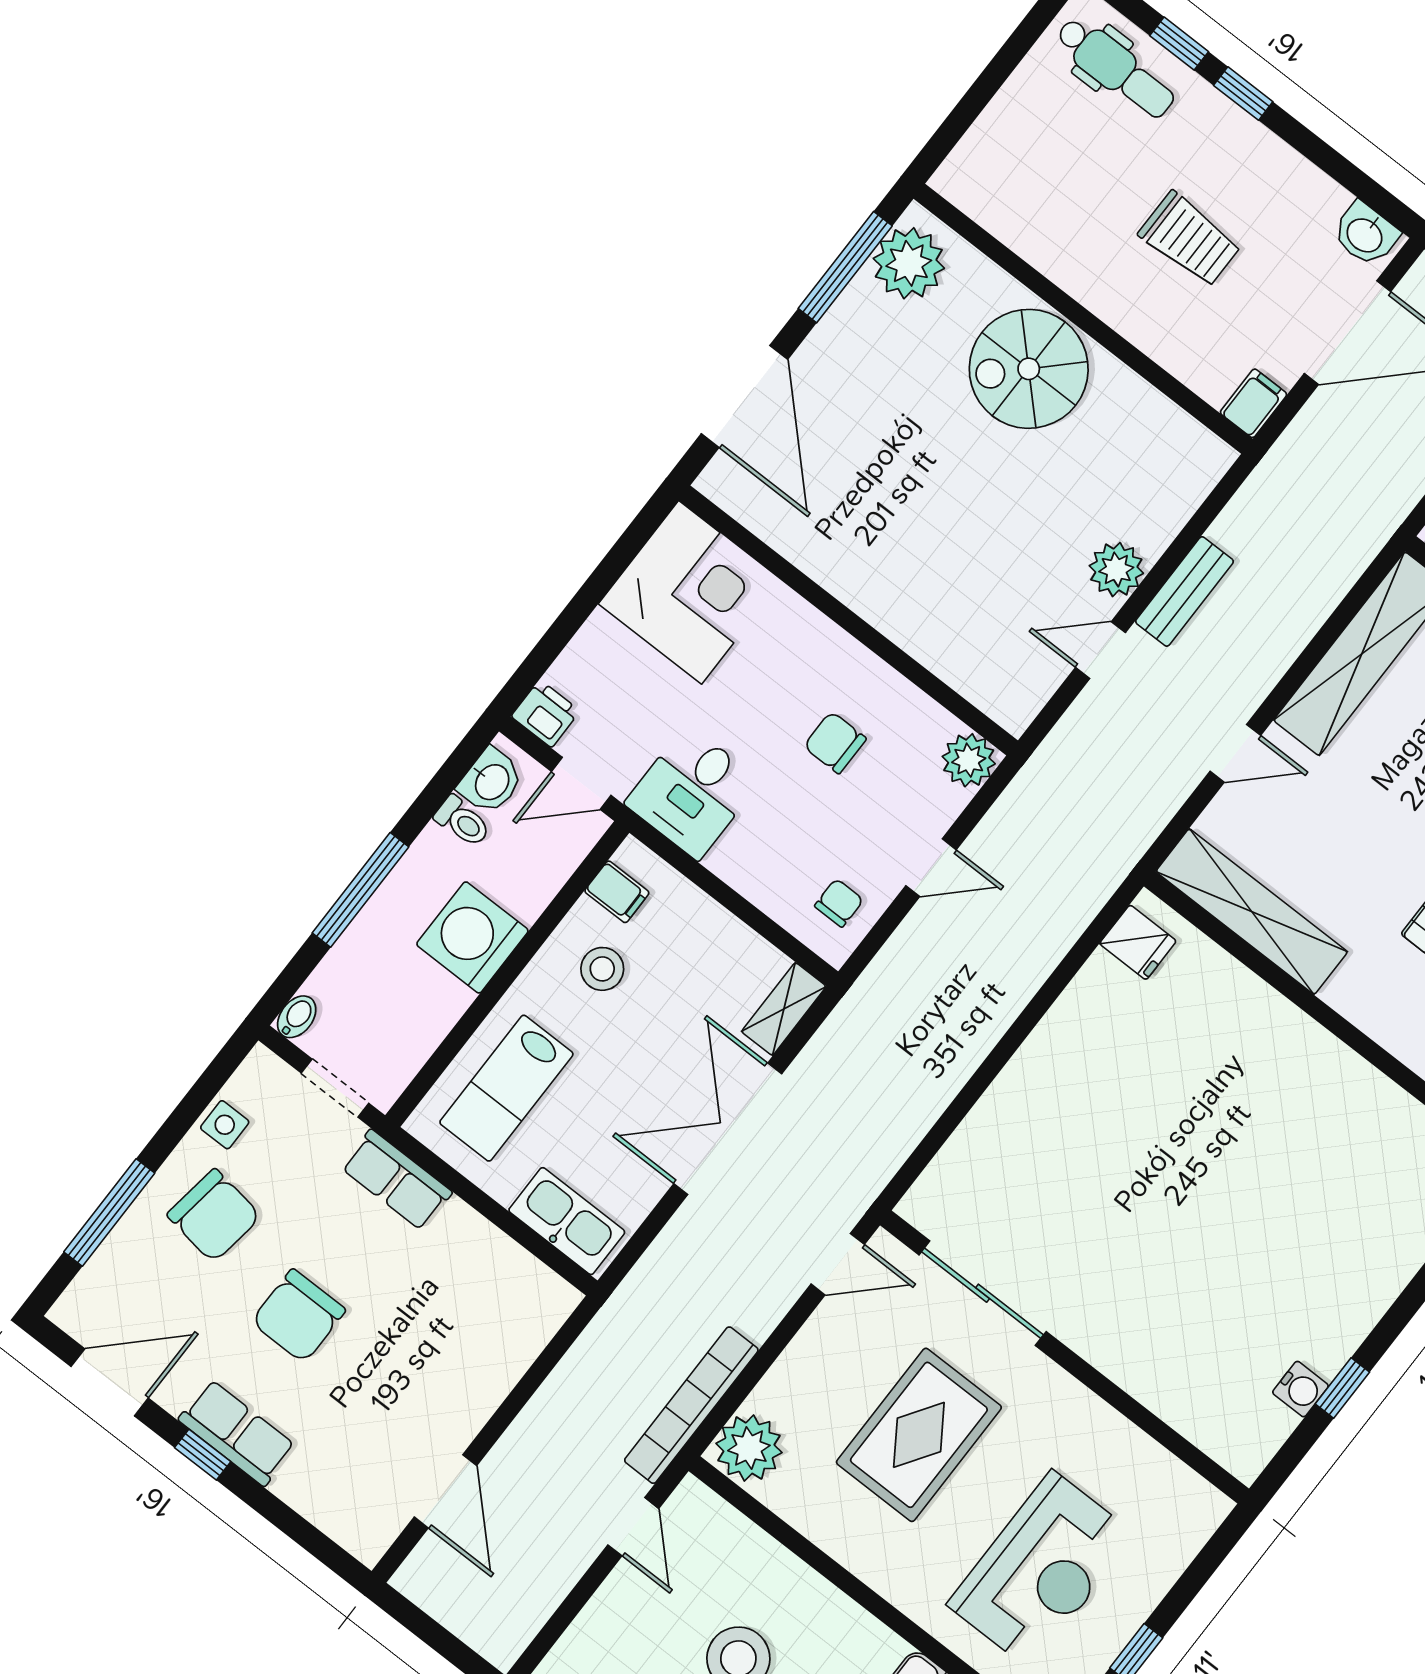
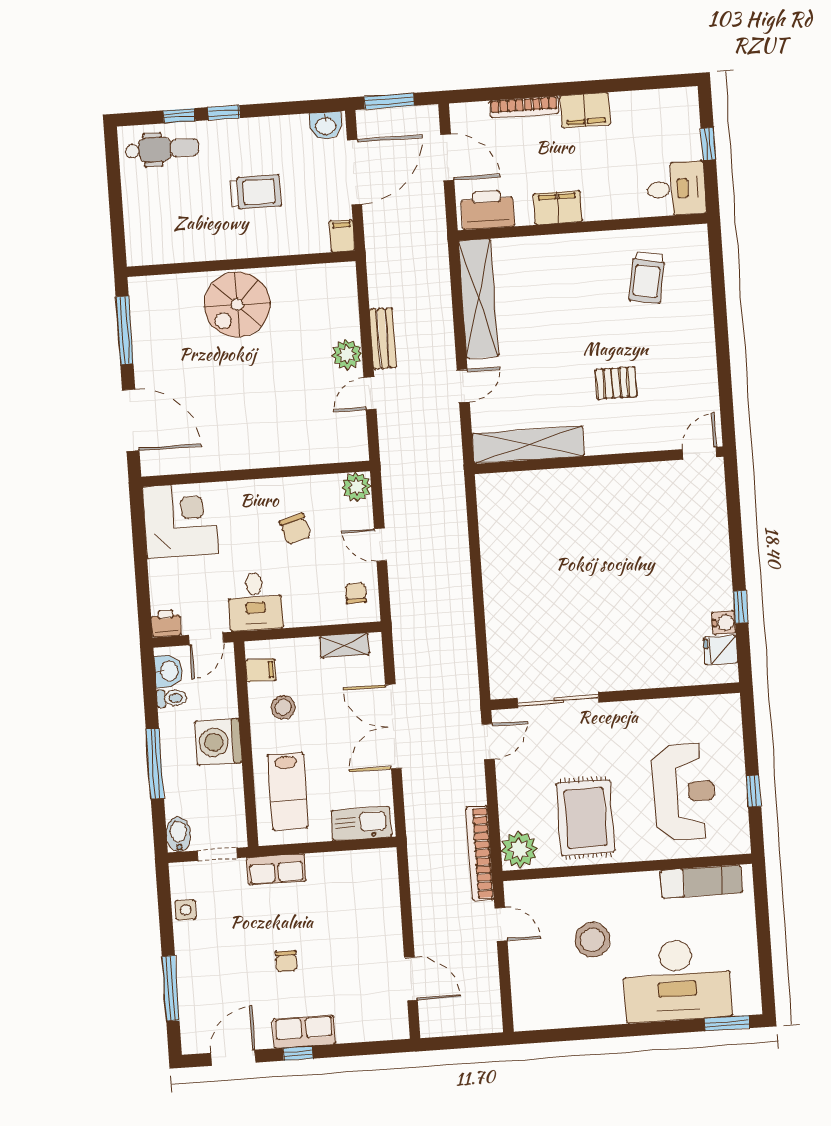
plant: (909, 263) -> (149, 305), removed
chair: (835, 743) -> (295, 529), turned -106
door: (931, 868) -> (381, 545), swing flipped
fridge: (1138, 942) -> (721, 650), moved, turned 180
shelving: (784, 1009) -> (344, 645), moved, turned 90
bidet: (297, 1017) -> (178, 834), width x1.38, depth x1.36
chair: (214, 1216) -> (215, 951), removed
chair: (298, 1316) -> (286, 961), width x0.54, depth x0.54
rug: (919, 1435) -> (586, 818), moved

